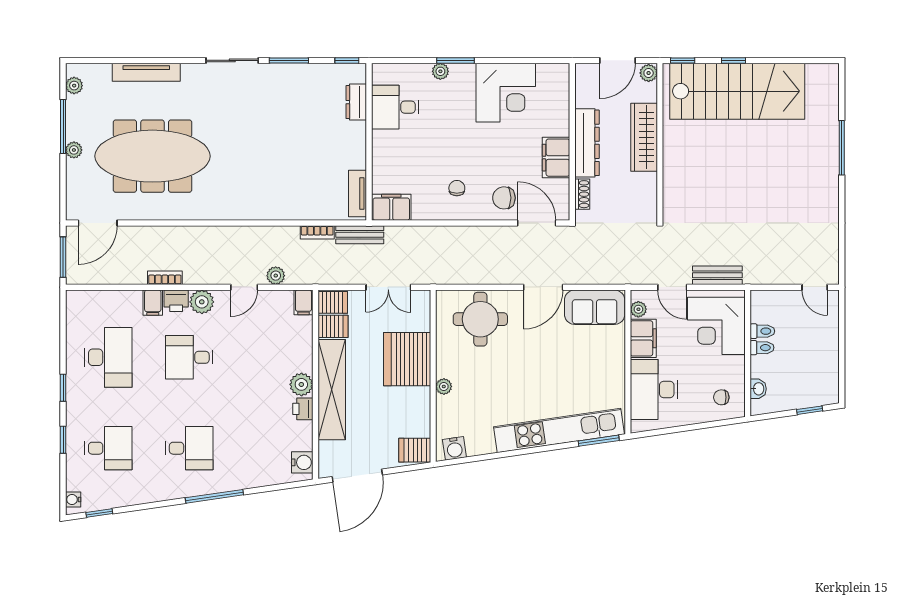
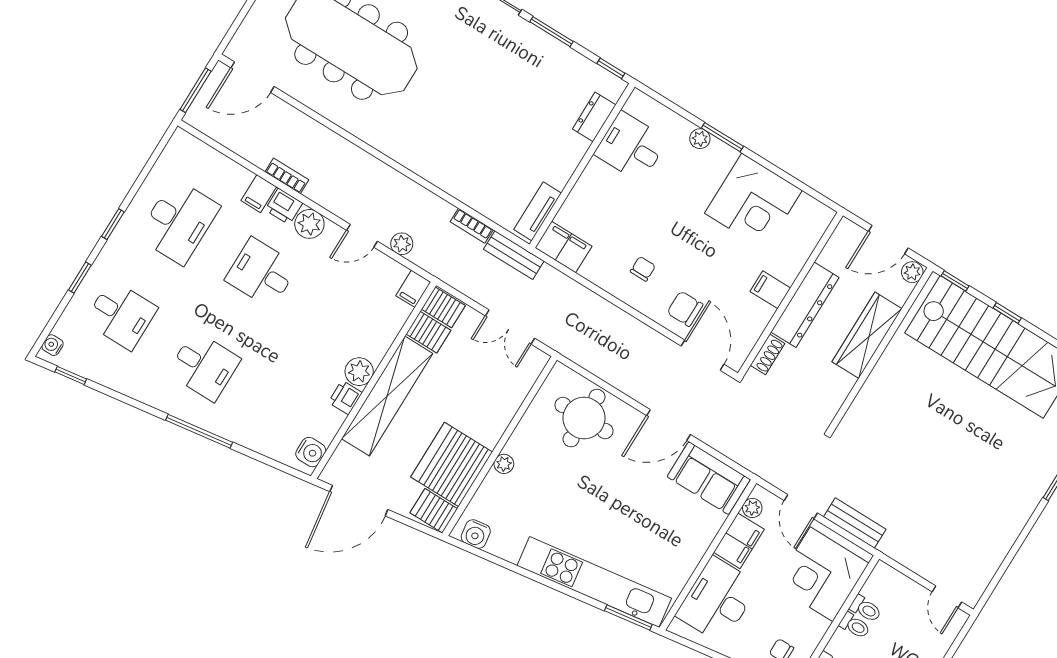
filing cabinet: (556, 158) -> (770, 290), width x0.50
server rack: (407, 359) -> (452, 464), moved

